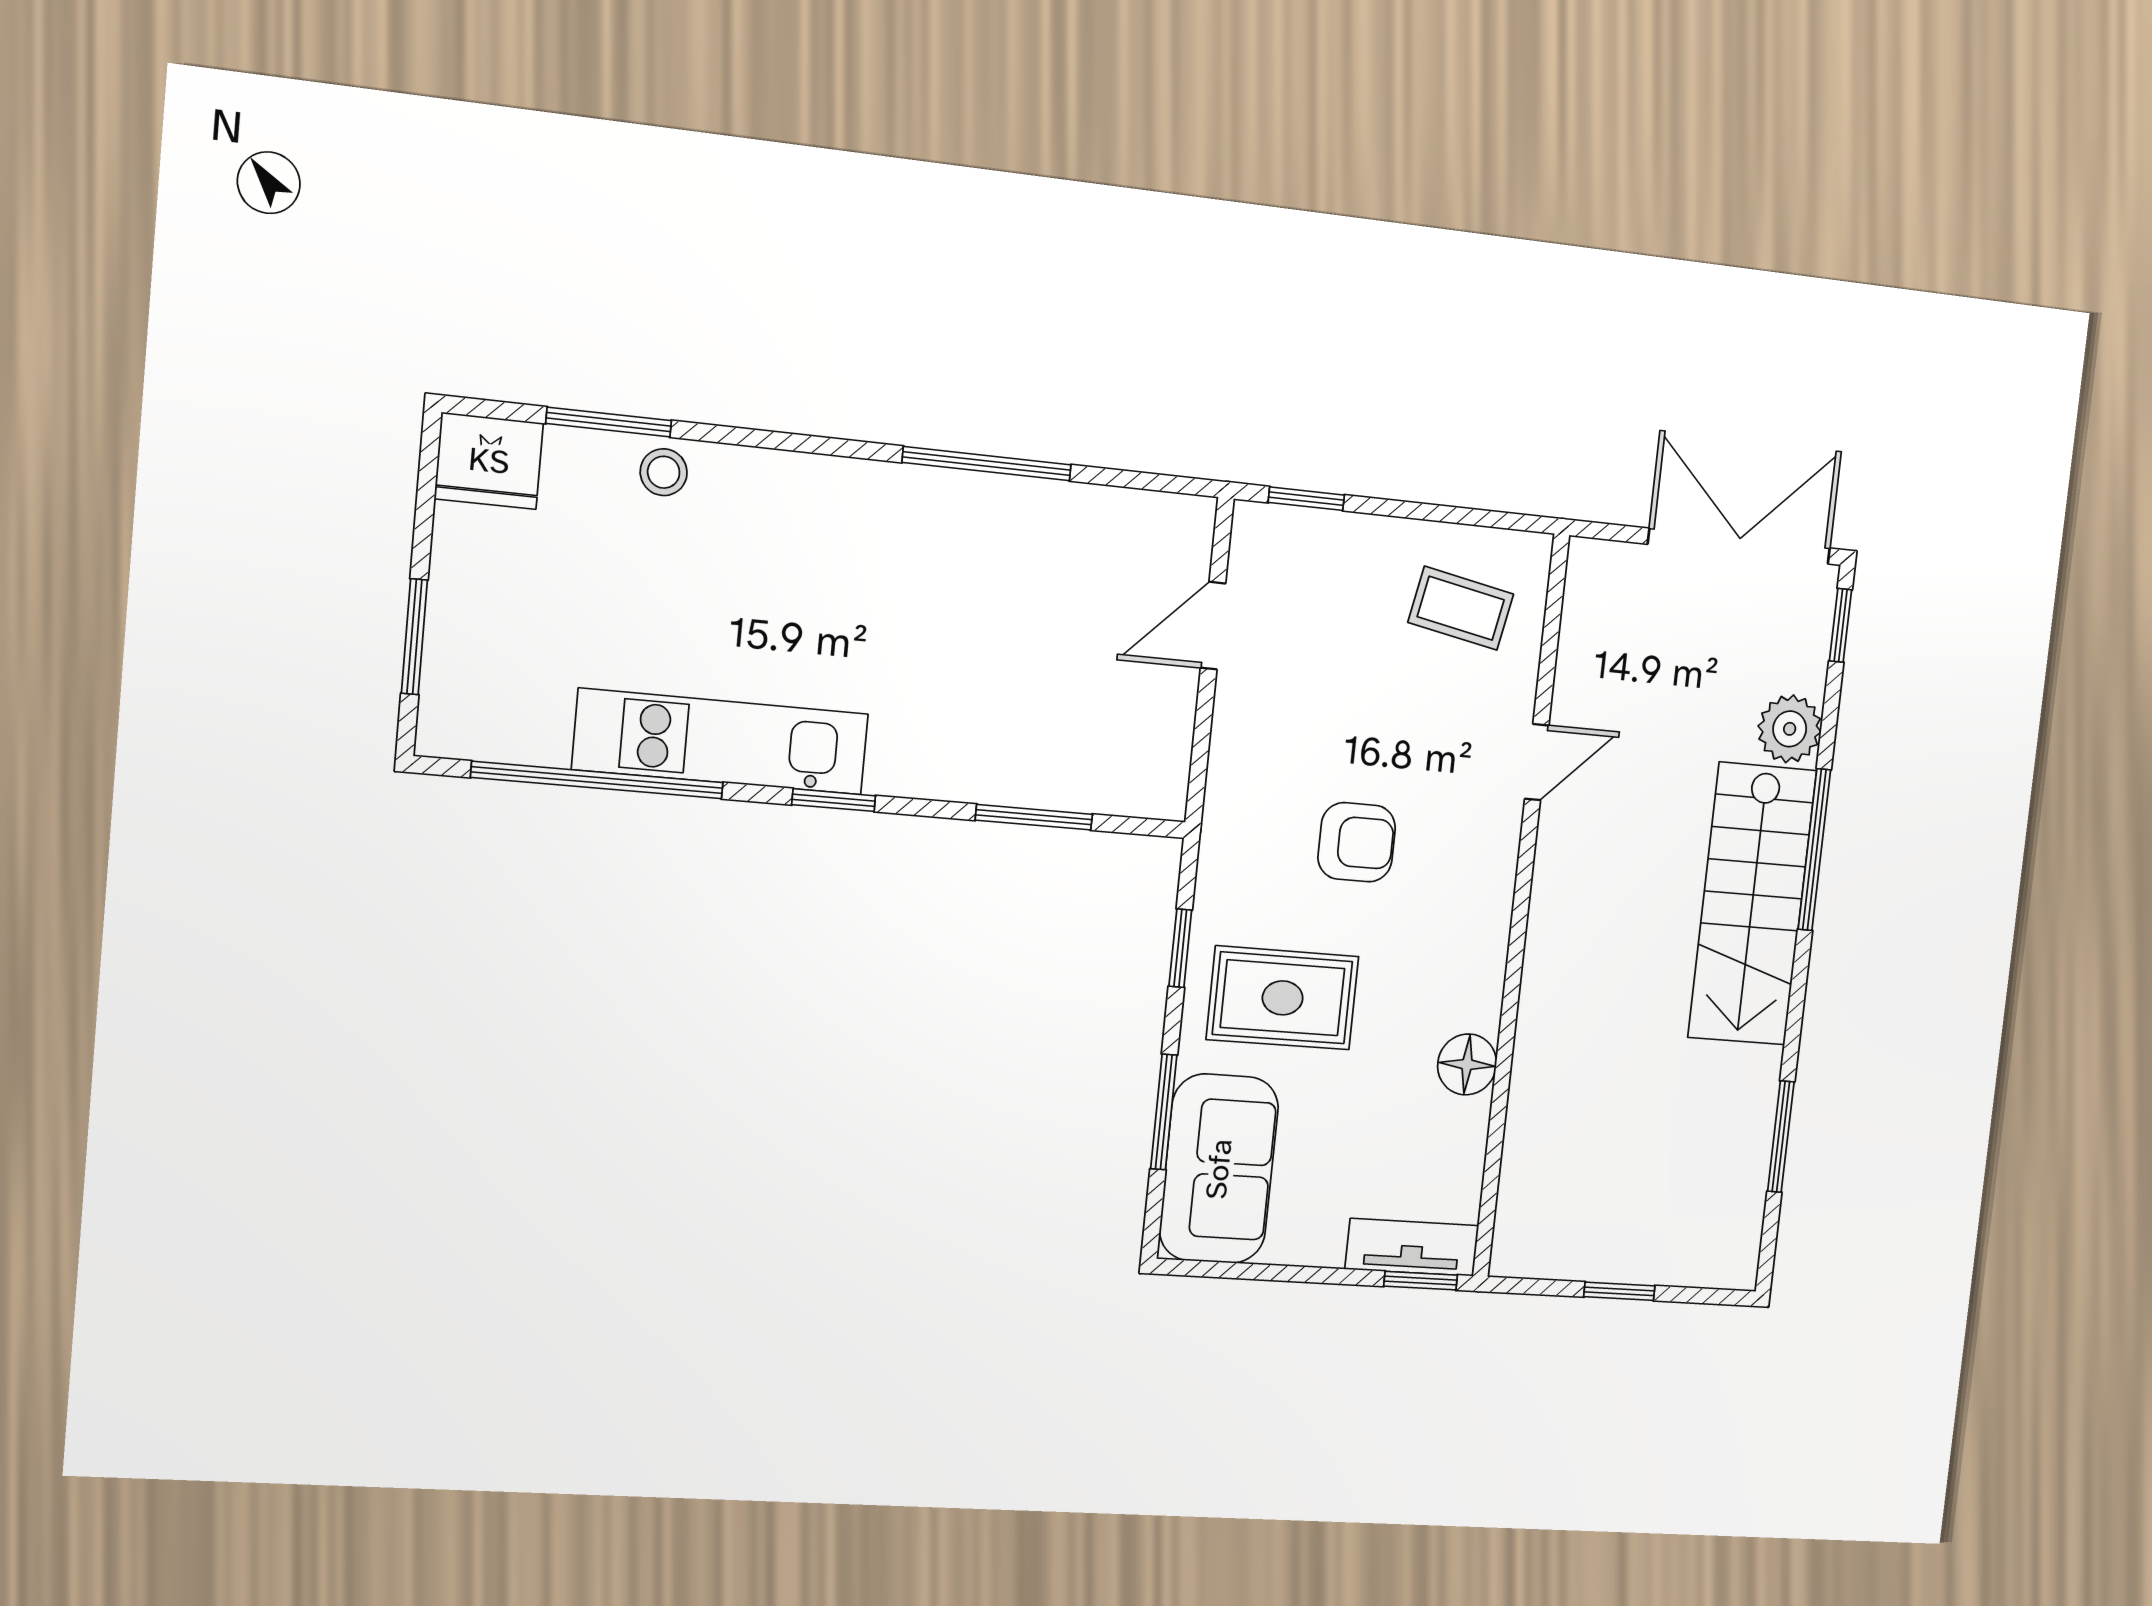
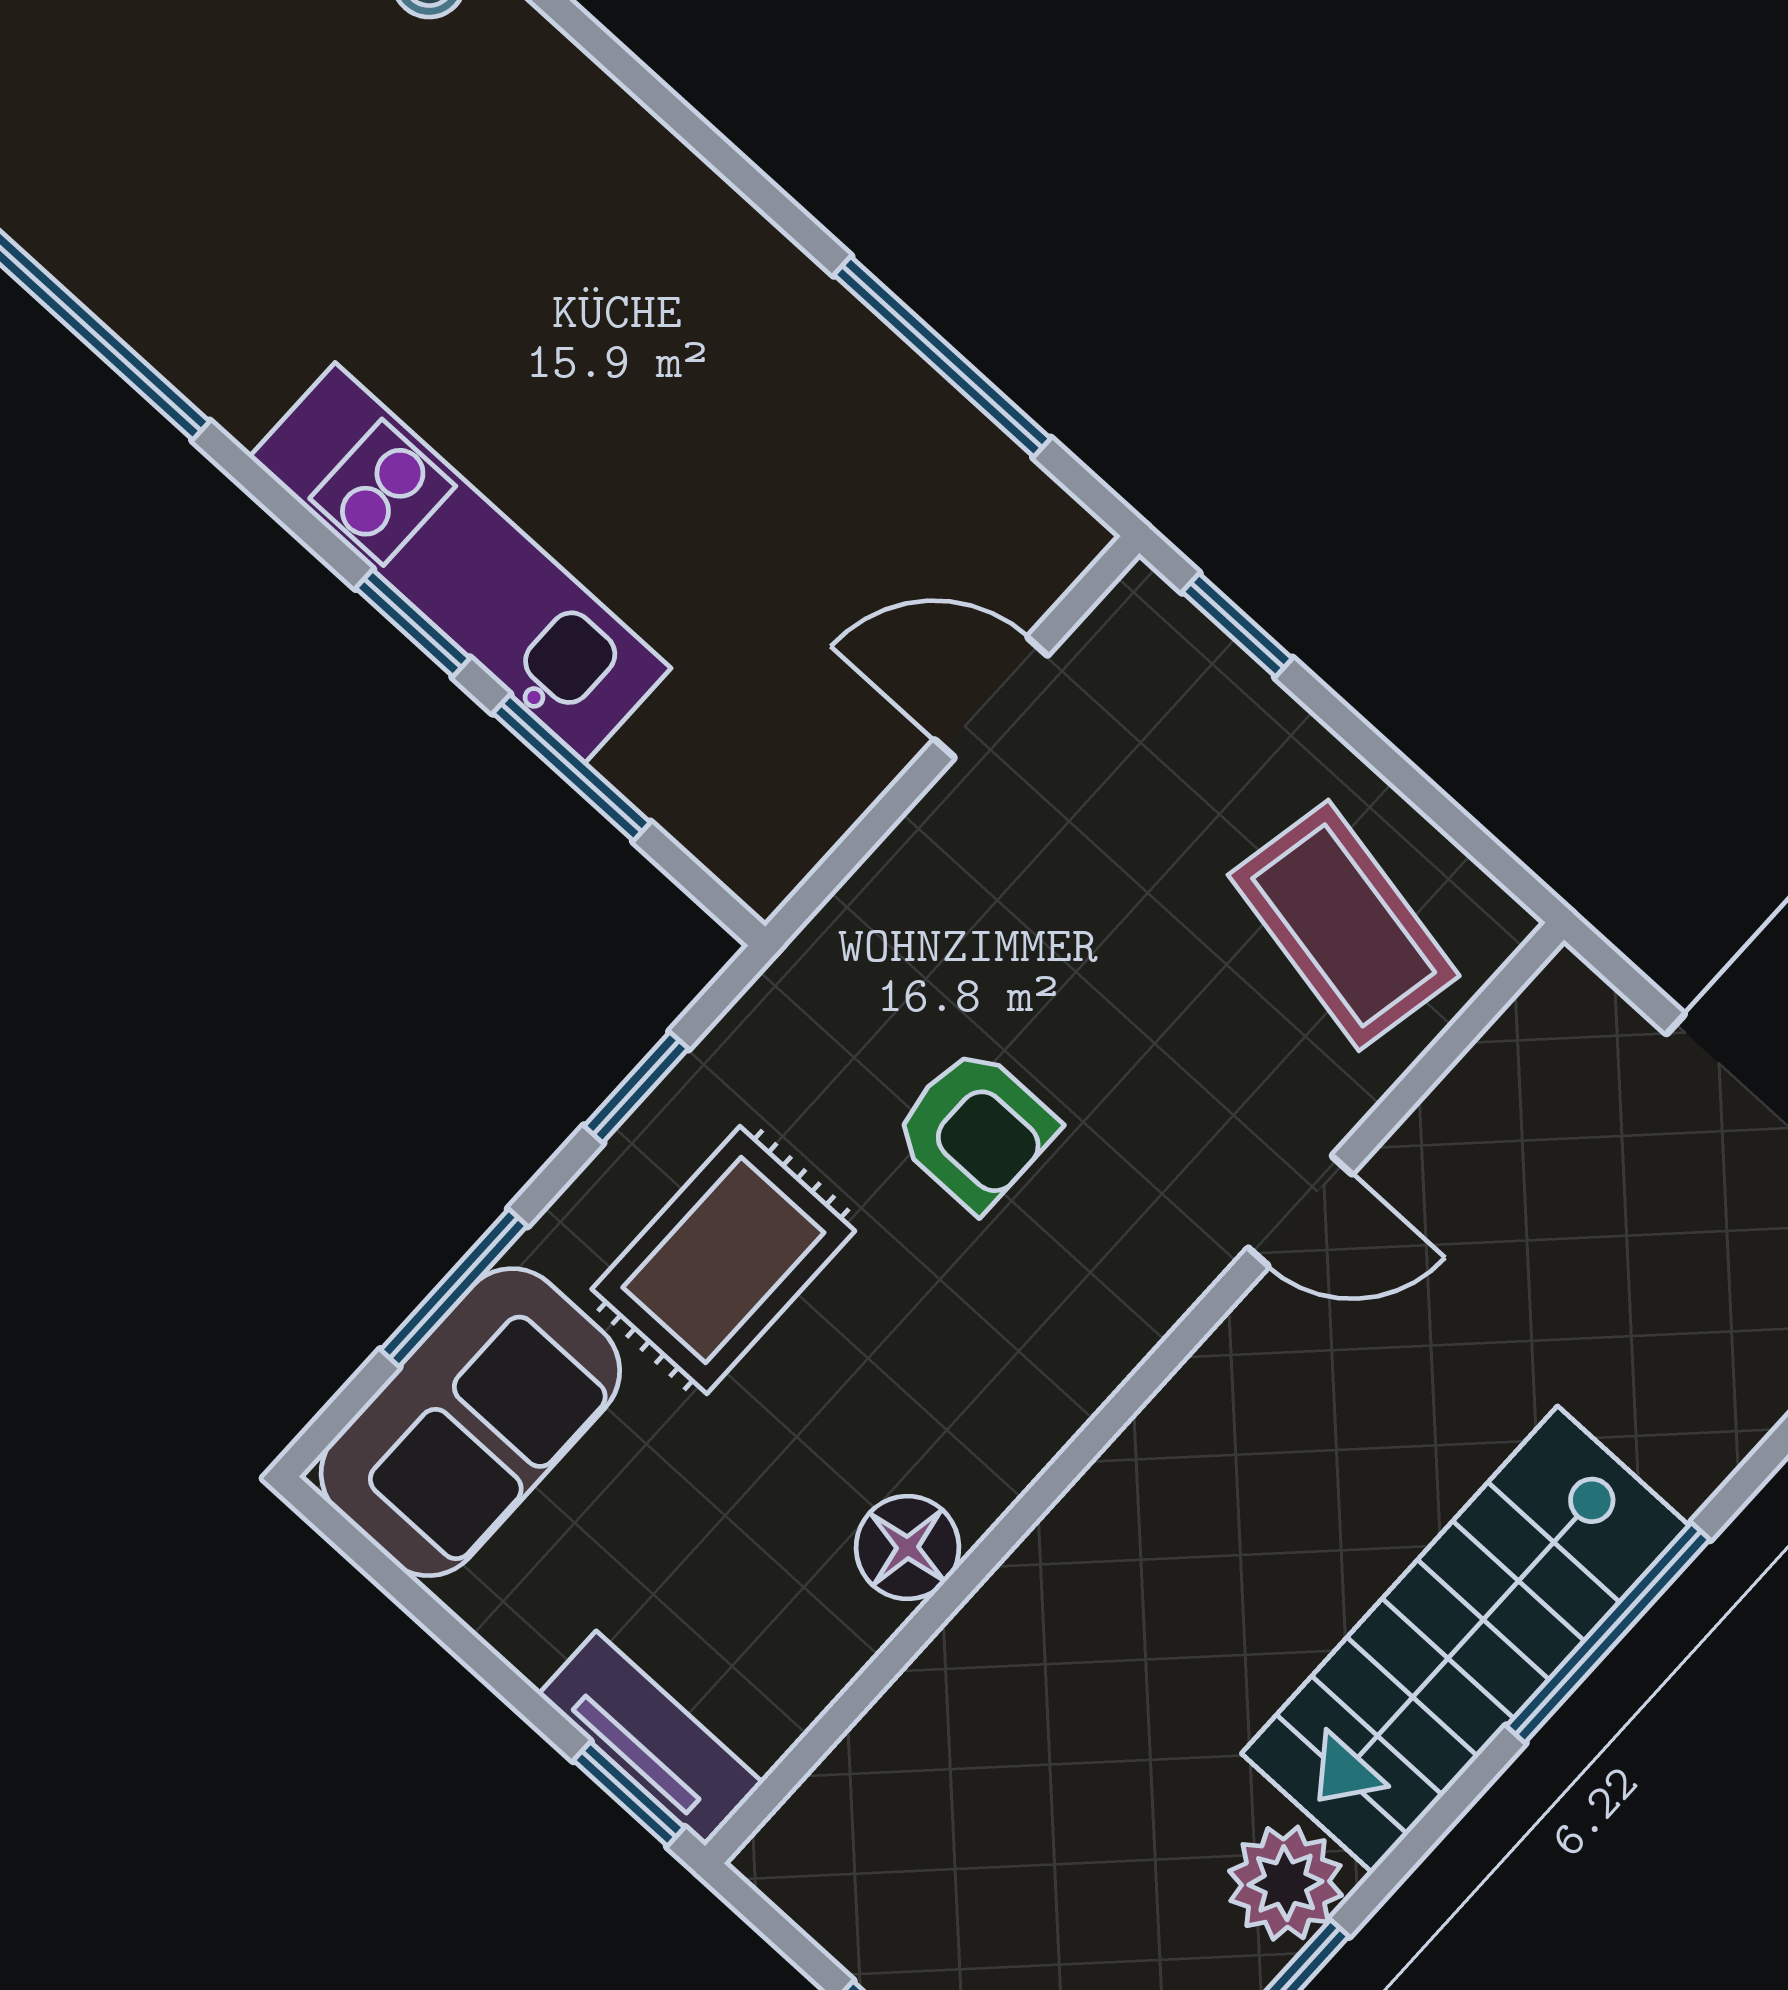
window: (987, 464) -> (942, 357), moved
coffee table: (1461, 608) -> (1344, 925), width x1.36, depth x1.30
plant: (1790, 729) -> (1285, 1883), moved
kitchen unit: (721, 742) -> (460, 563), moved
window: (834, 800) -> (413, 623), moved
rug: (1283, 998) -> (723, 1260), turned 90

